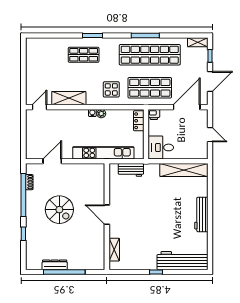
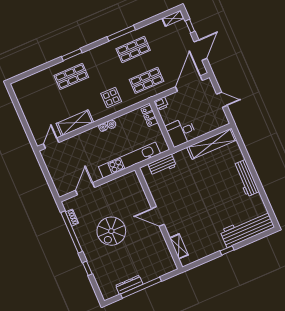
shop shelf: (150, 55) -> (133, 50), width x0.50, depth x0.74
shop shelf: (150, 88) -> (147, 80), width x0.70, depth x0.74
spiral stairs: (59, 210) -> (111, 231), turned 90

